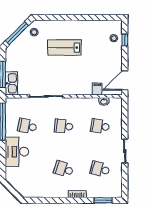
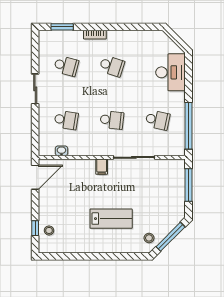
kitchen sink: (11, 83) -> (177, 174), removed
filing cabinet: (97, 89) -> (102, 167), moved
desk: (17, 152) -> (171, 72), moved

